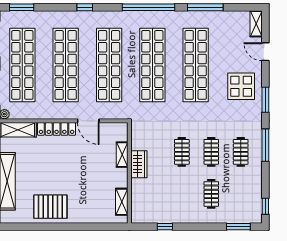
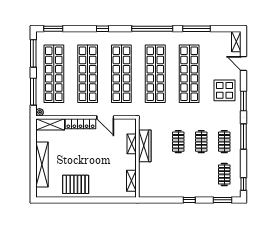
wardrobe: (139, 164) -> (145, 146), width x1.50
clothes rail: (211, 194) -> (224, 174), moved
window: (165, 227) -> (189, 200), moved

